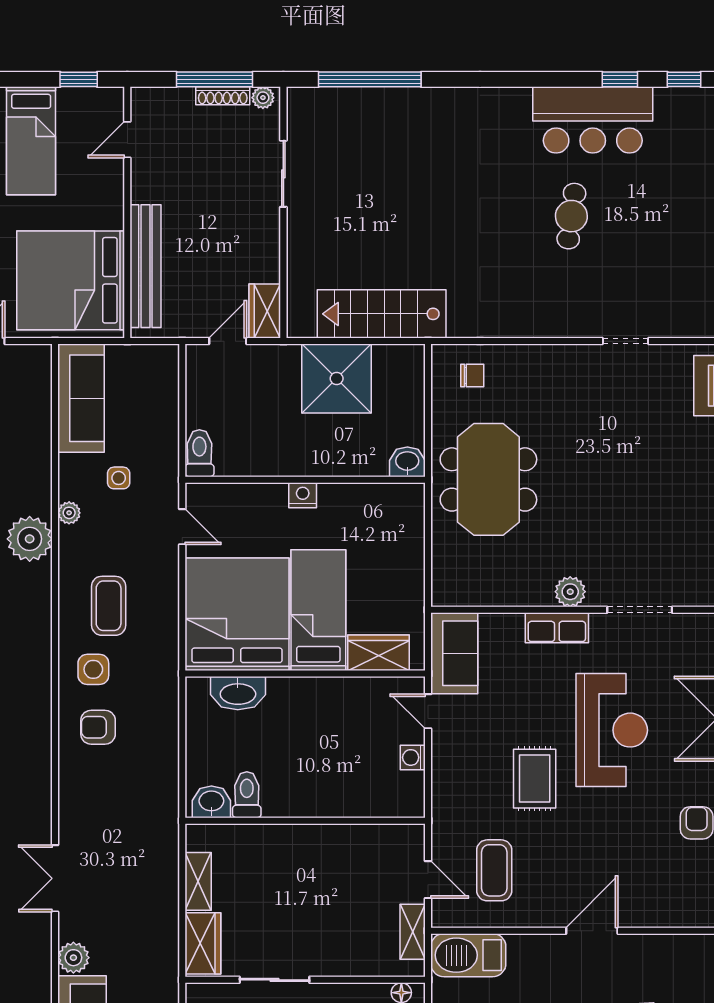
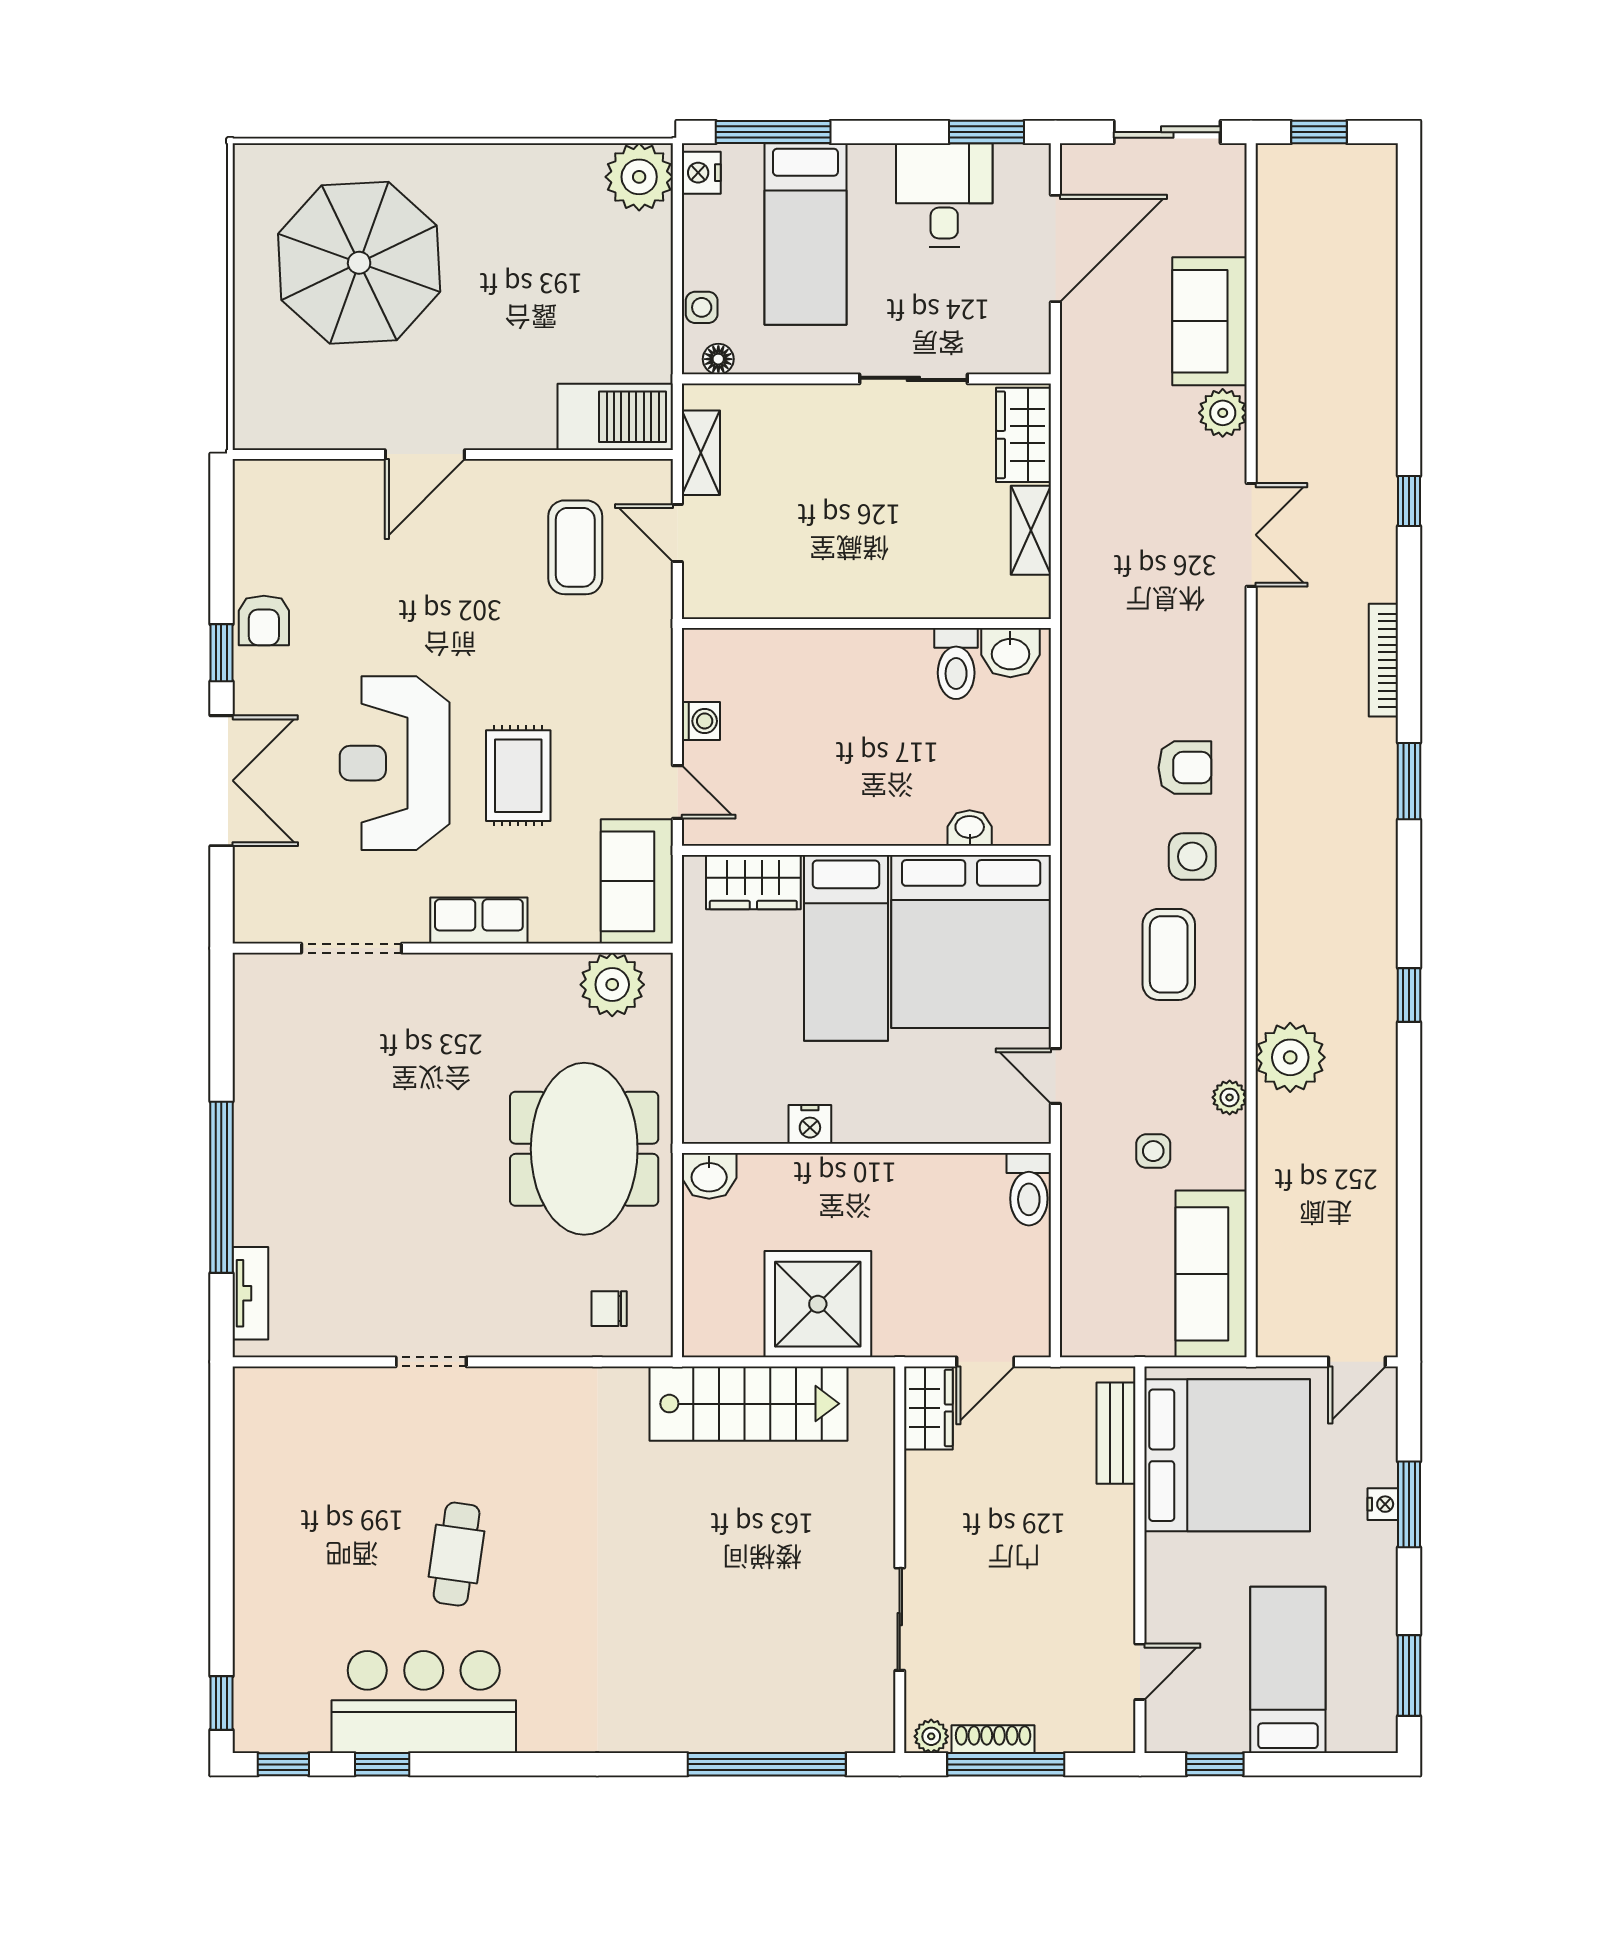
bench: (145, 266) -> (1116, 1433), width x0.54, depth x0.82
doorway: (625, 341) -> (431, 1362), moved
nightstand: (303, 495) -> (810, 1124), moved
plant: (570, 592) -> (612, 985), moved, width x1.36, depth x1.36
washbasin: (238, 693) -> (970, 828), width x0.52, depth x0.69
rug: (535, 779) -> (518, 776), moved

